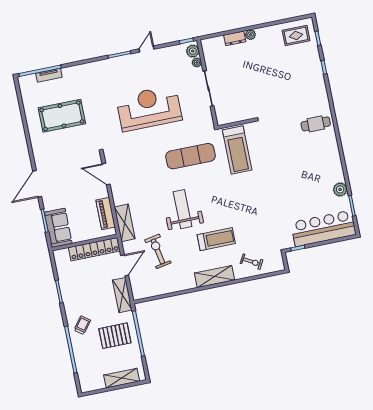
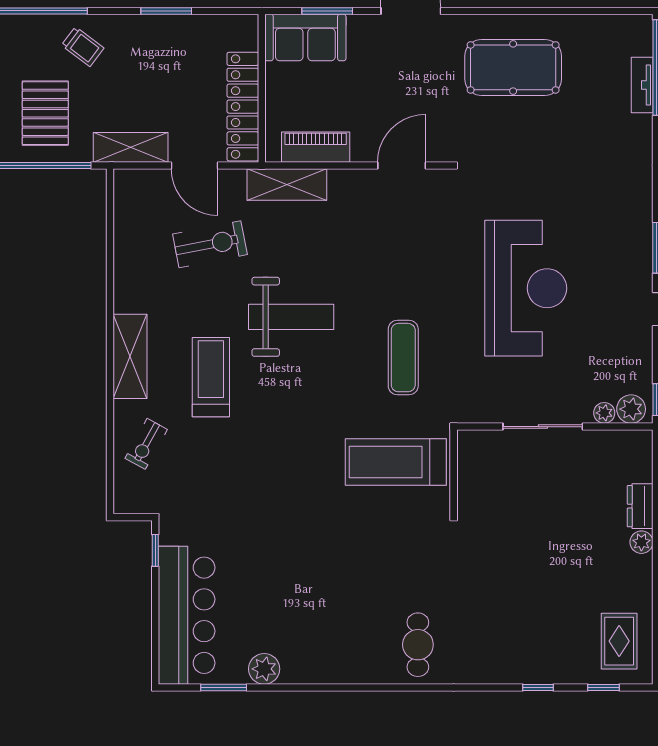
pool table: (62, 116) -> (513, 67), moved, turned 90
exercise mat: (190, 156) -> (403, 358), width x0.73, depth x0.69
treadmill: (216, 239) -> (211, 377), turned 180

